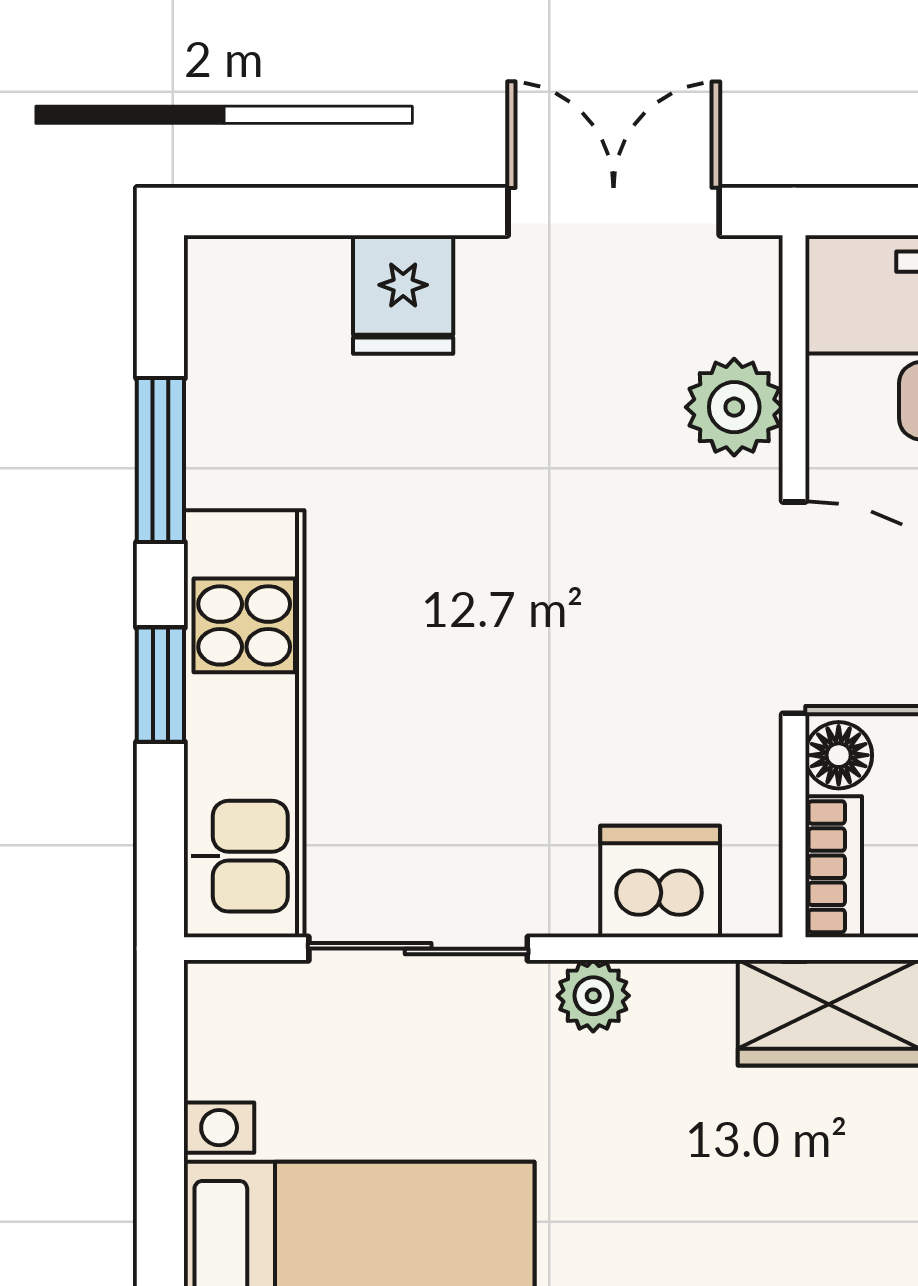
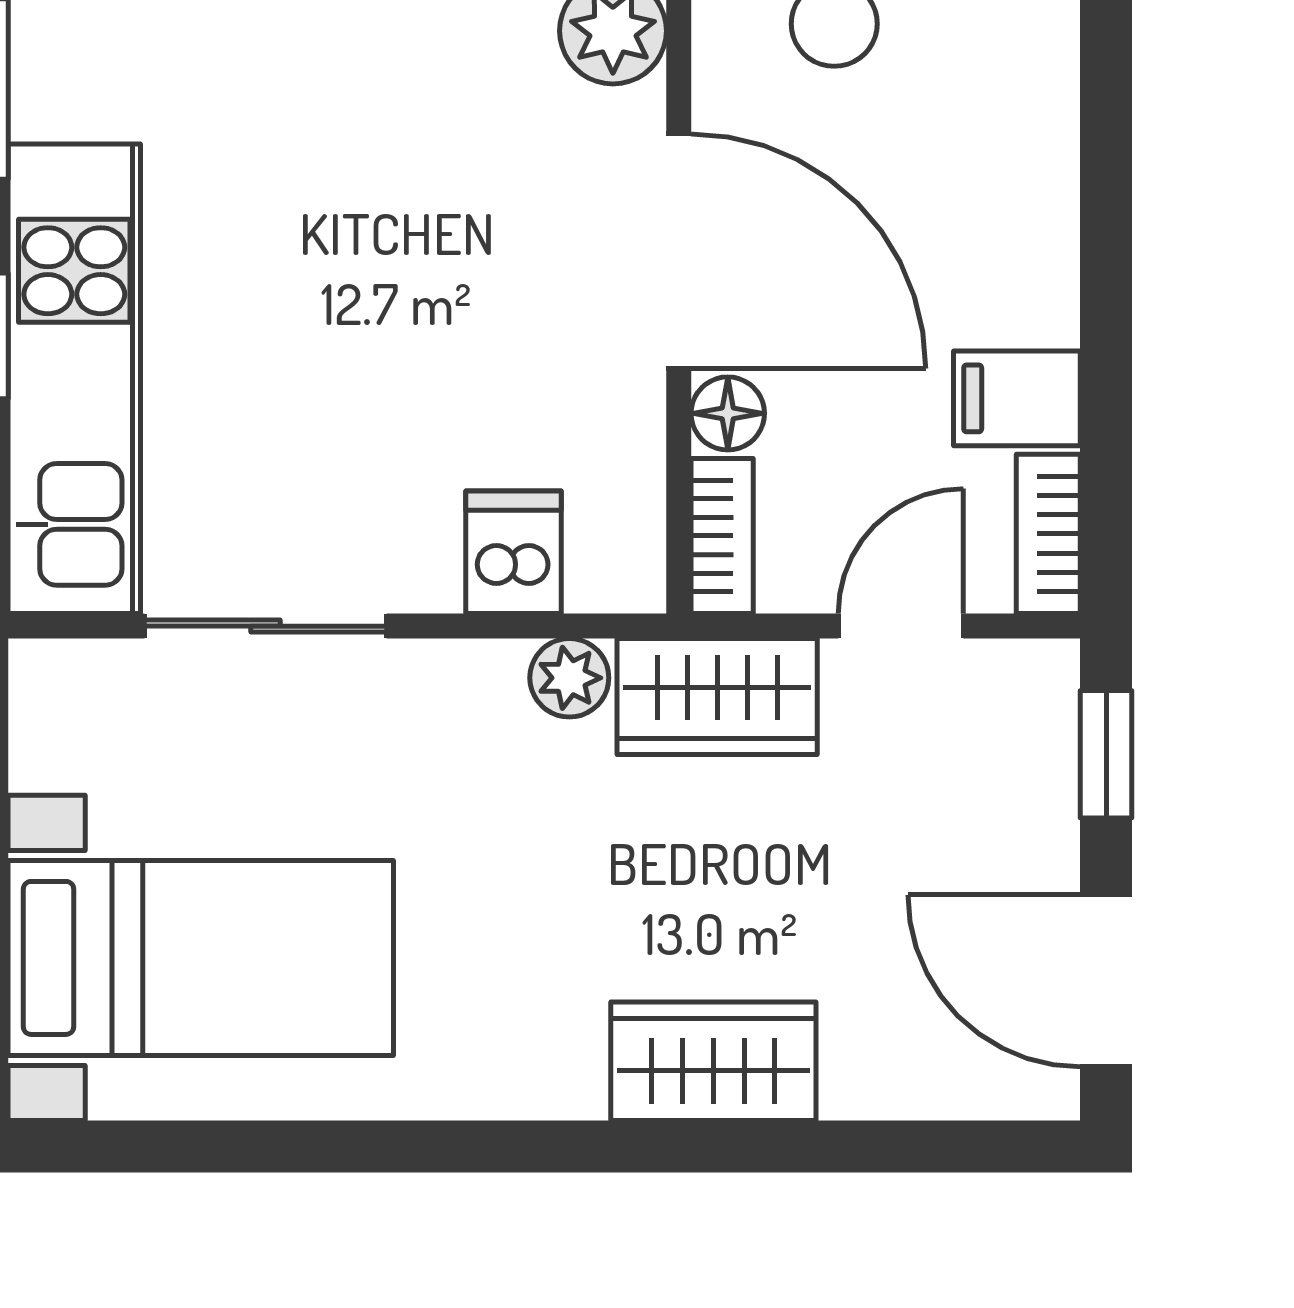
dishwasher: (660, 881) -> (514, 552), width x0.73
plant: (593, 996) -> (569, 678), moved

